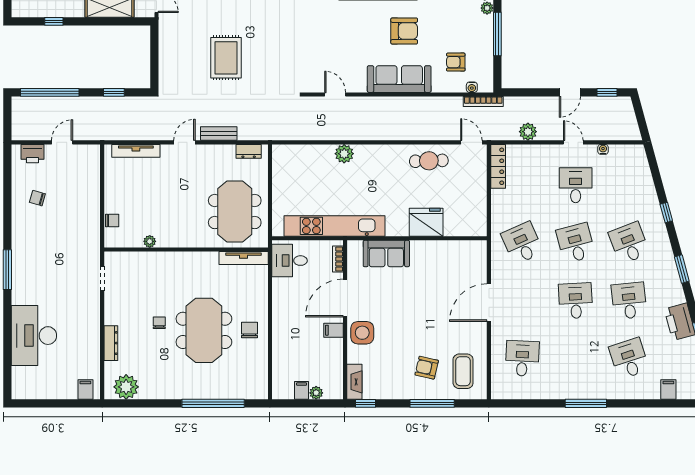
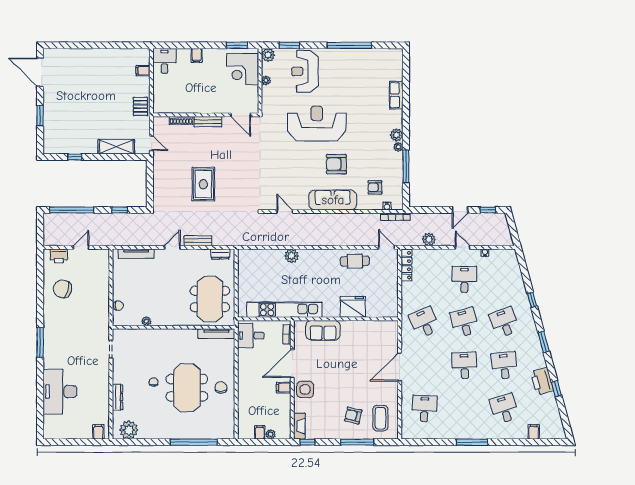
armchair: (404, 31) -> (336, 164), turned 180
chair: (37, 198) -> (63, 289), width x1.87, depth x1.87

